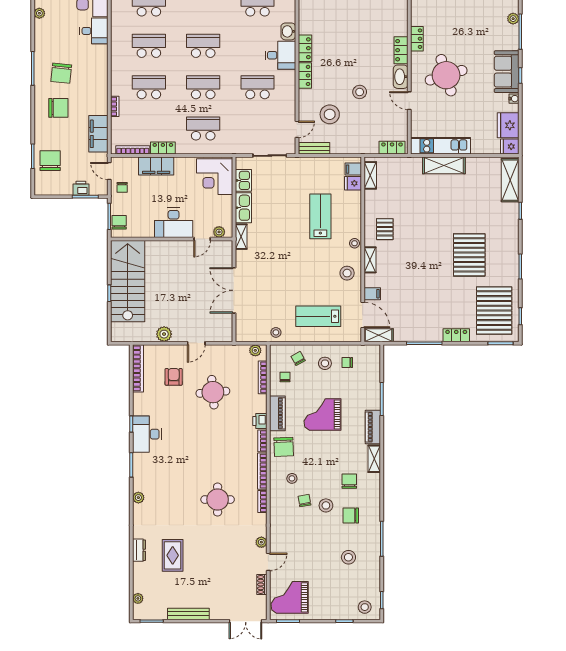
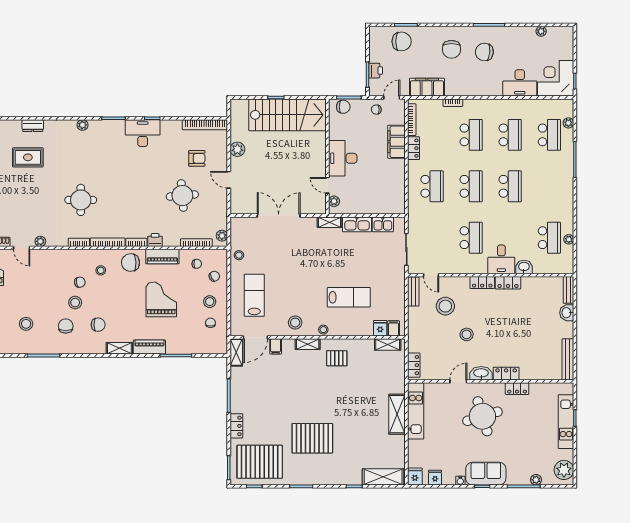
desk: (94, 31) -> (520, 83), width x1.37
fridge: (508, 125) -> (435, 478), width x0.53, depth x0.75
corner desk: (215, 177) -> (386, 197), removed

